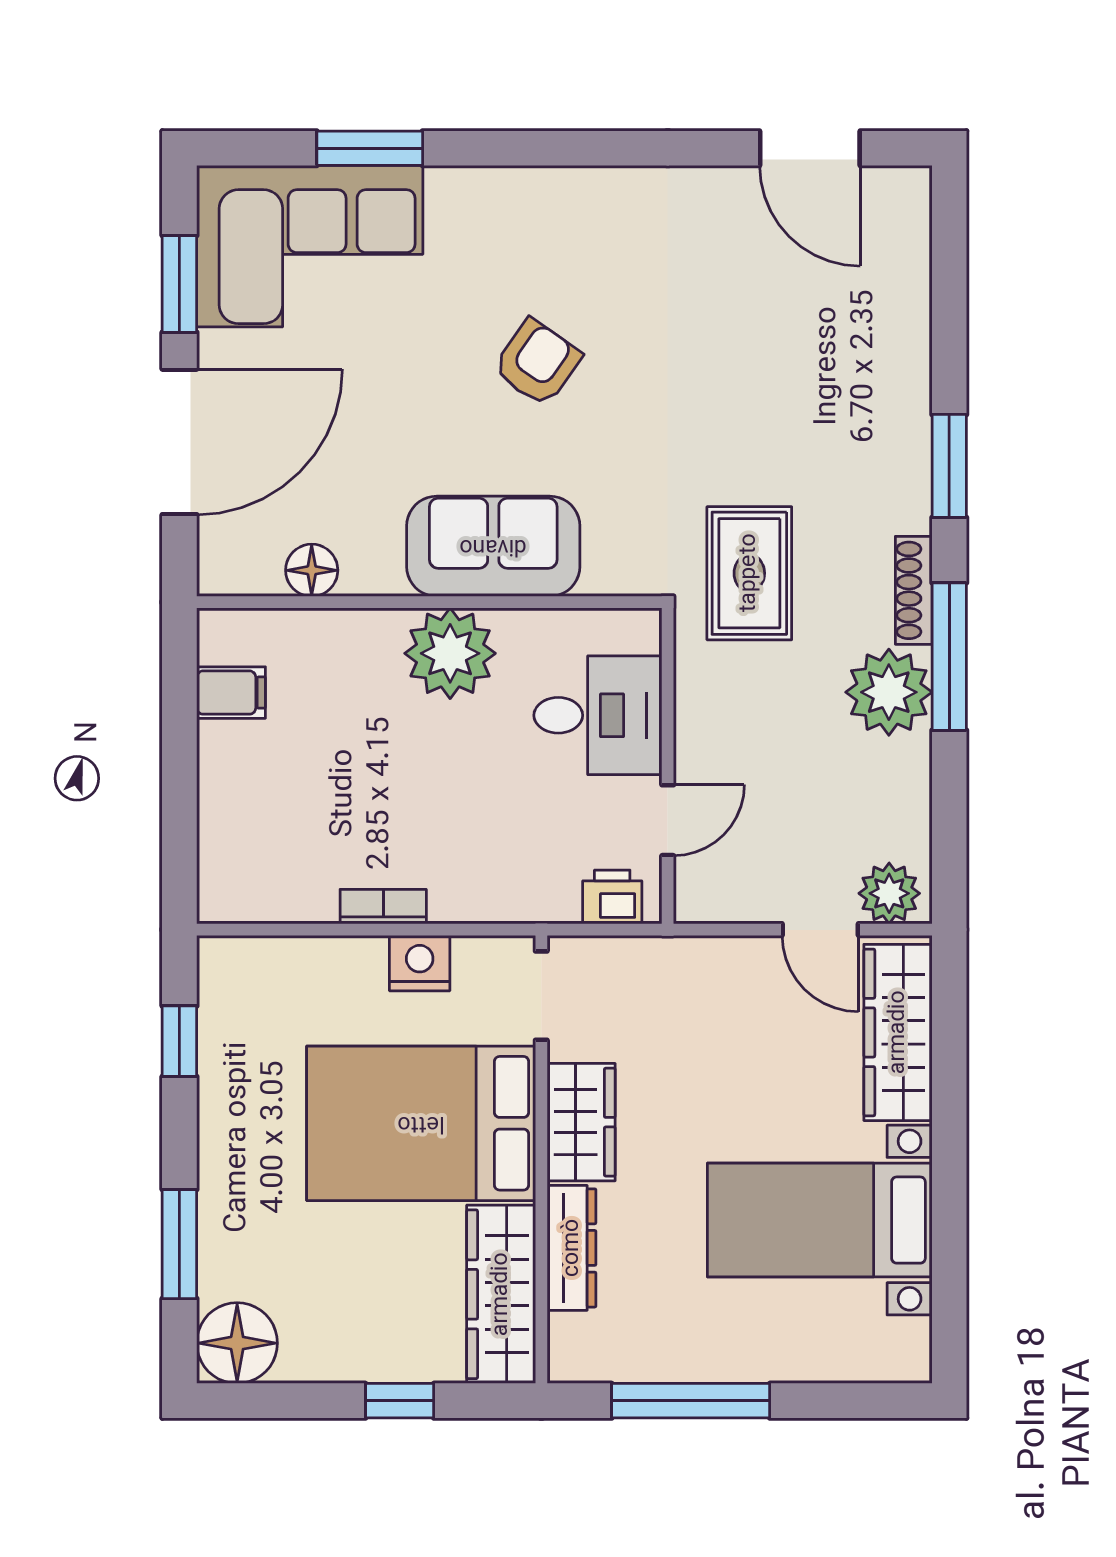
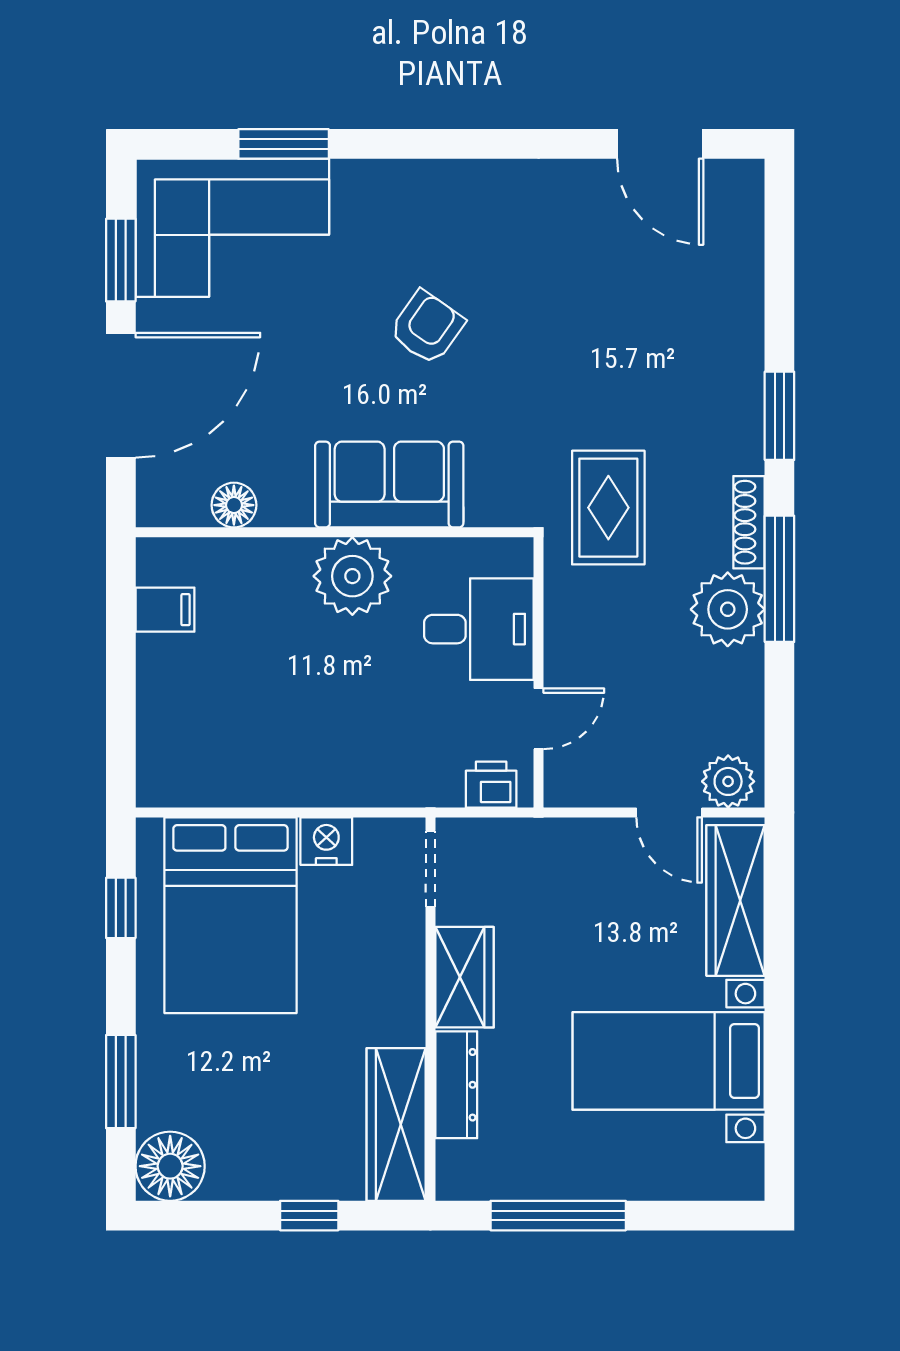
bookcase: (383, 907) -> (295, 793), removed
bed: (421, 1123) -> (230, 915), moved, turned -90

